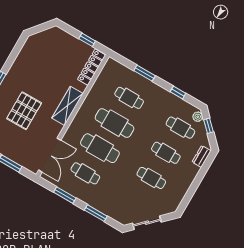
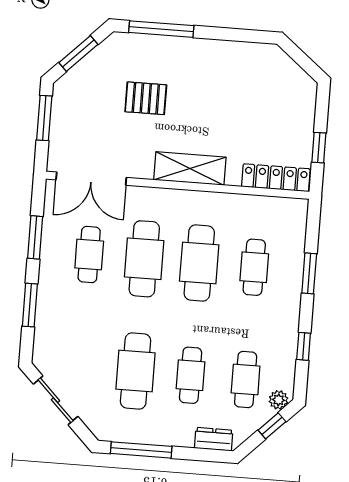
pallet: (24, 111) -> (146, 98), width x0.67, depth x0.71
cafe table: (151, 178) -> (136, 371), width x1.37, depth x1.35
window: (190, 193) -> (141, 450), added

